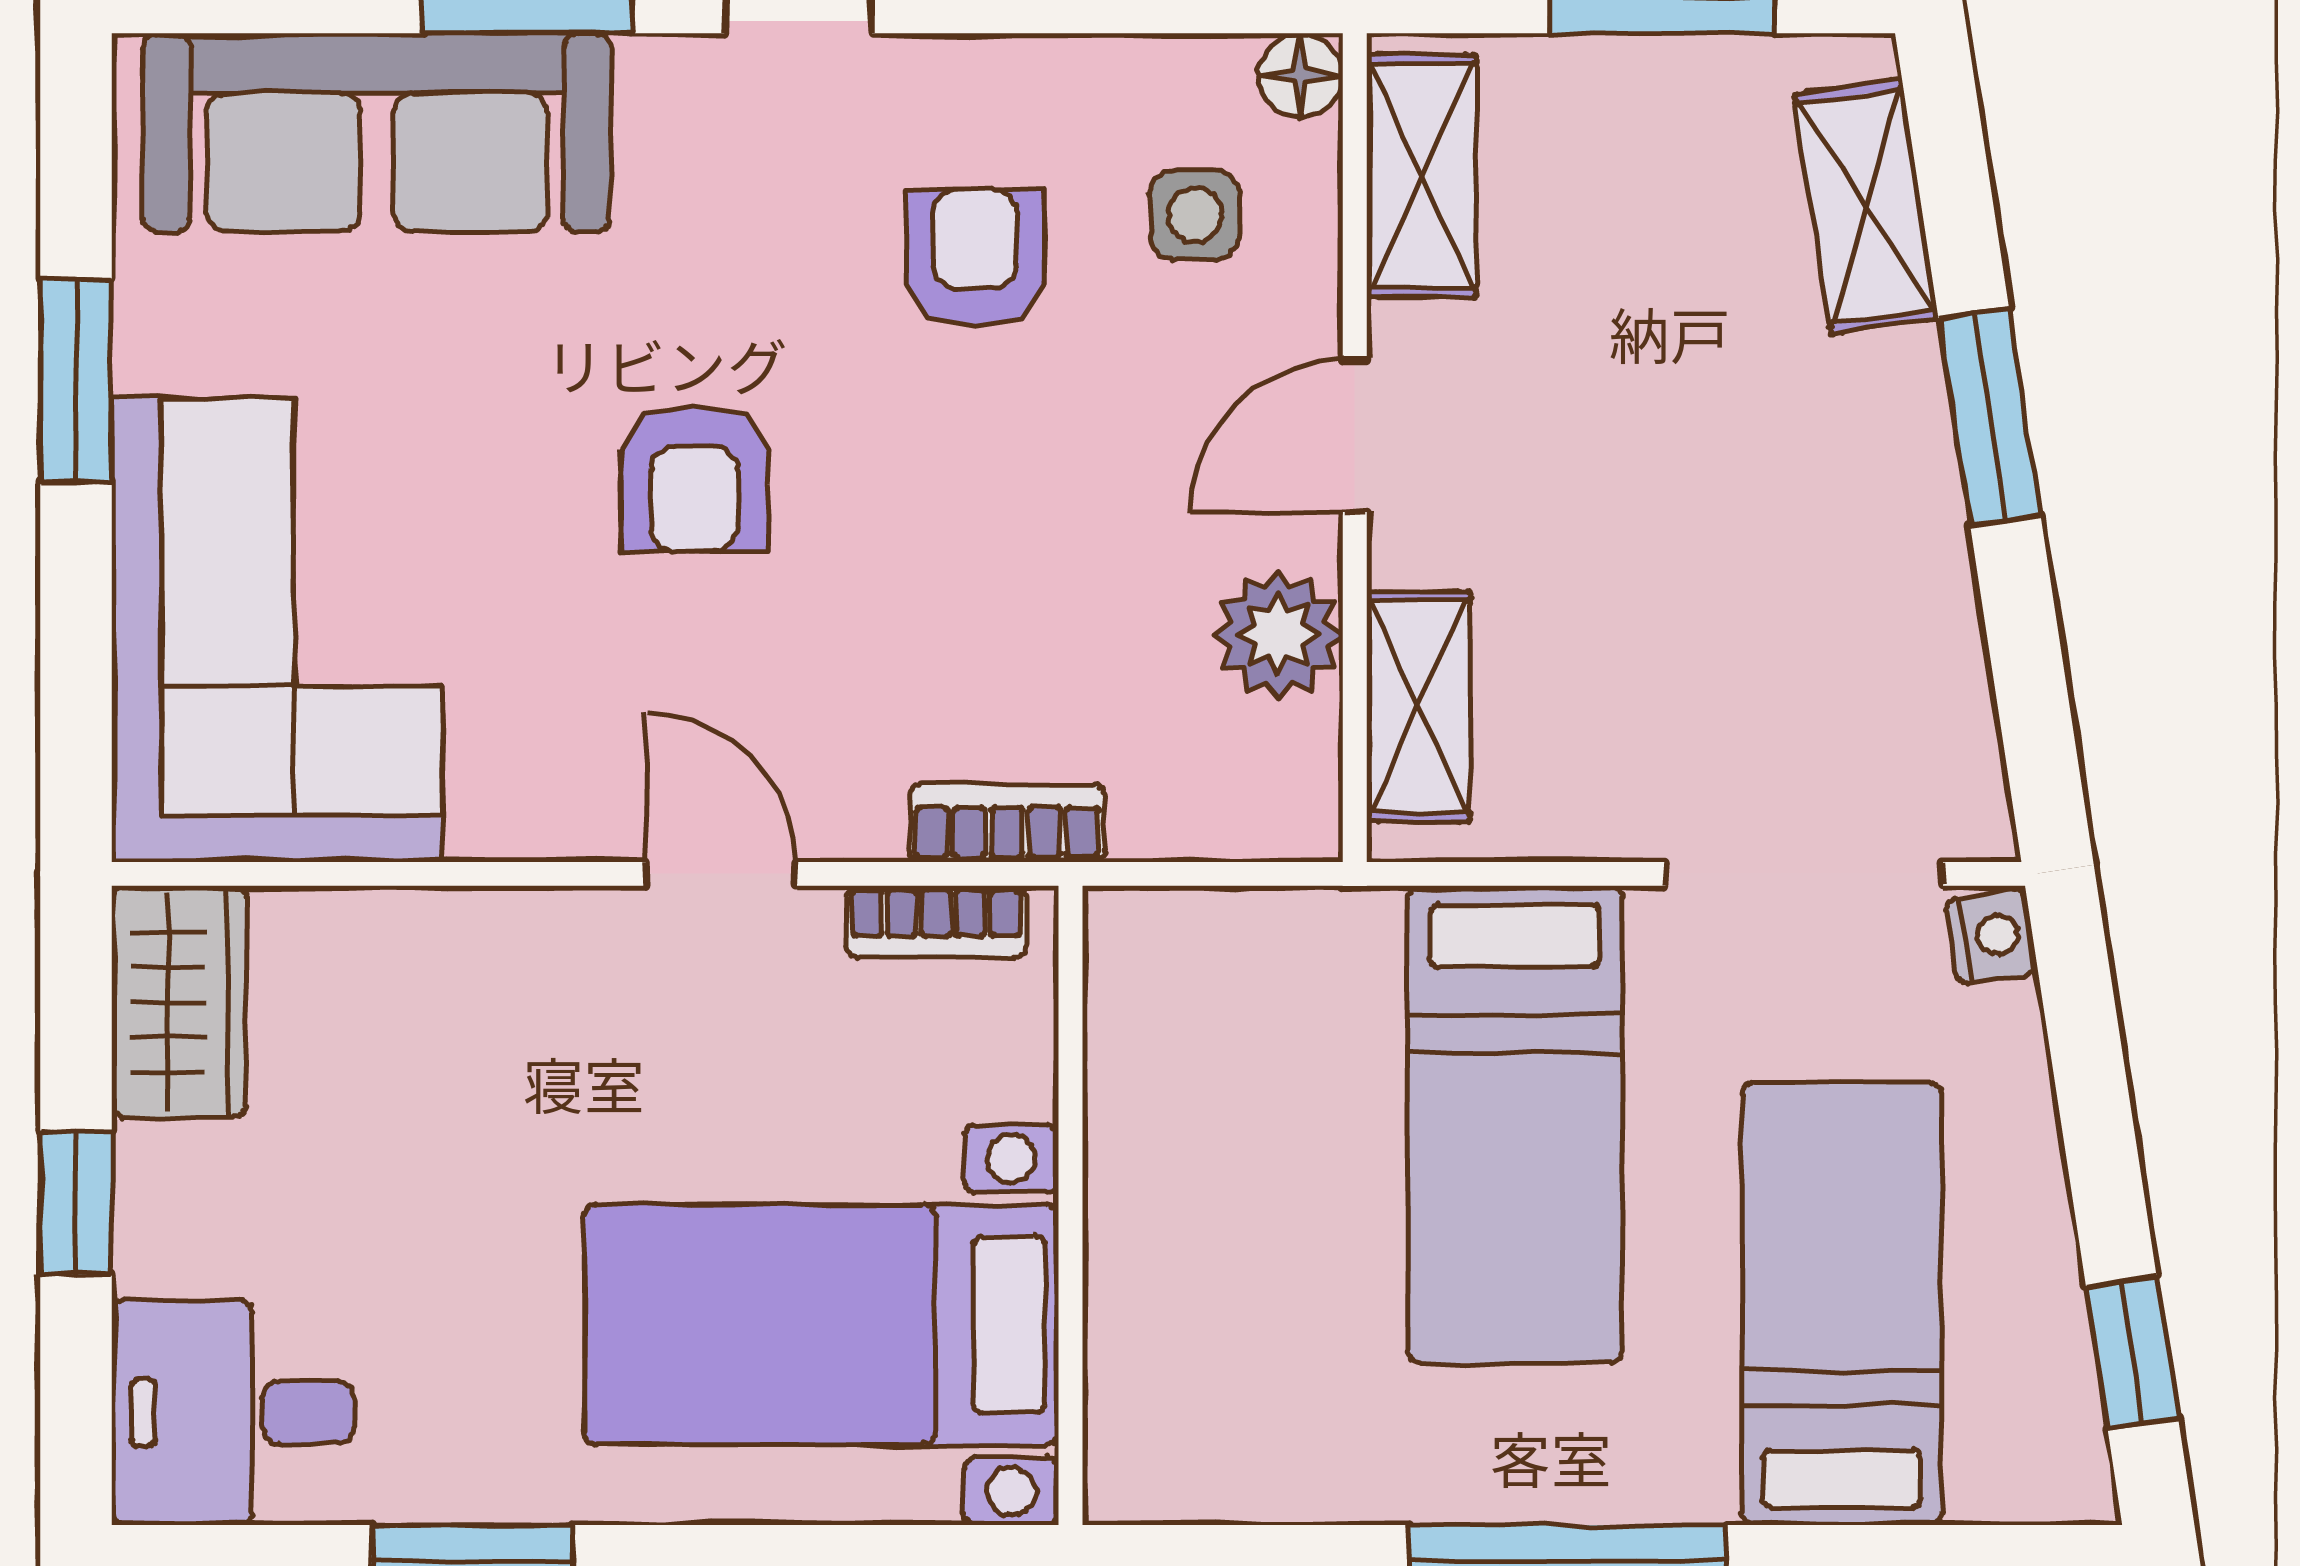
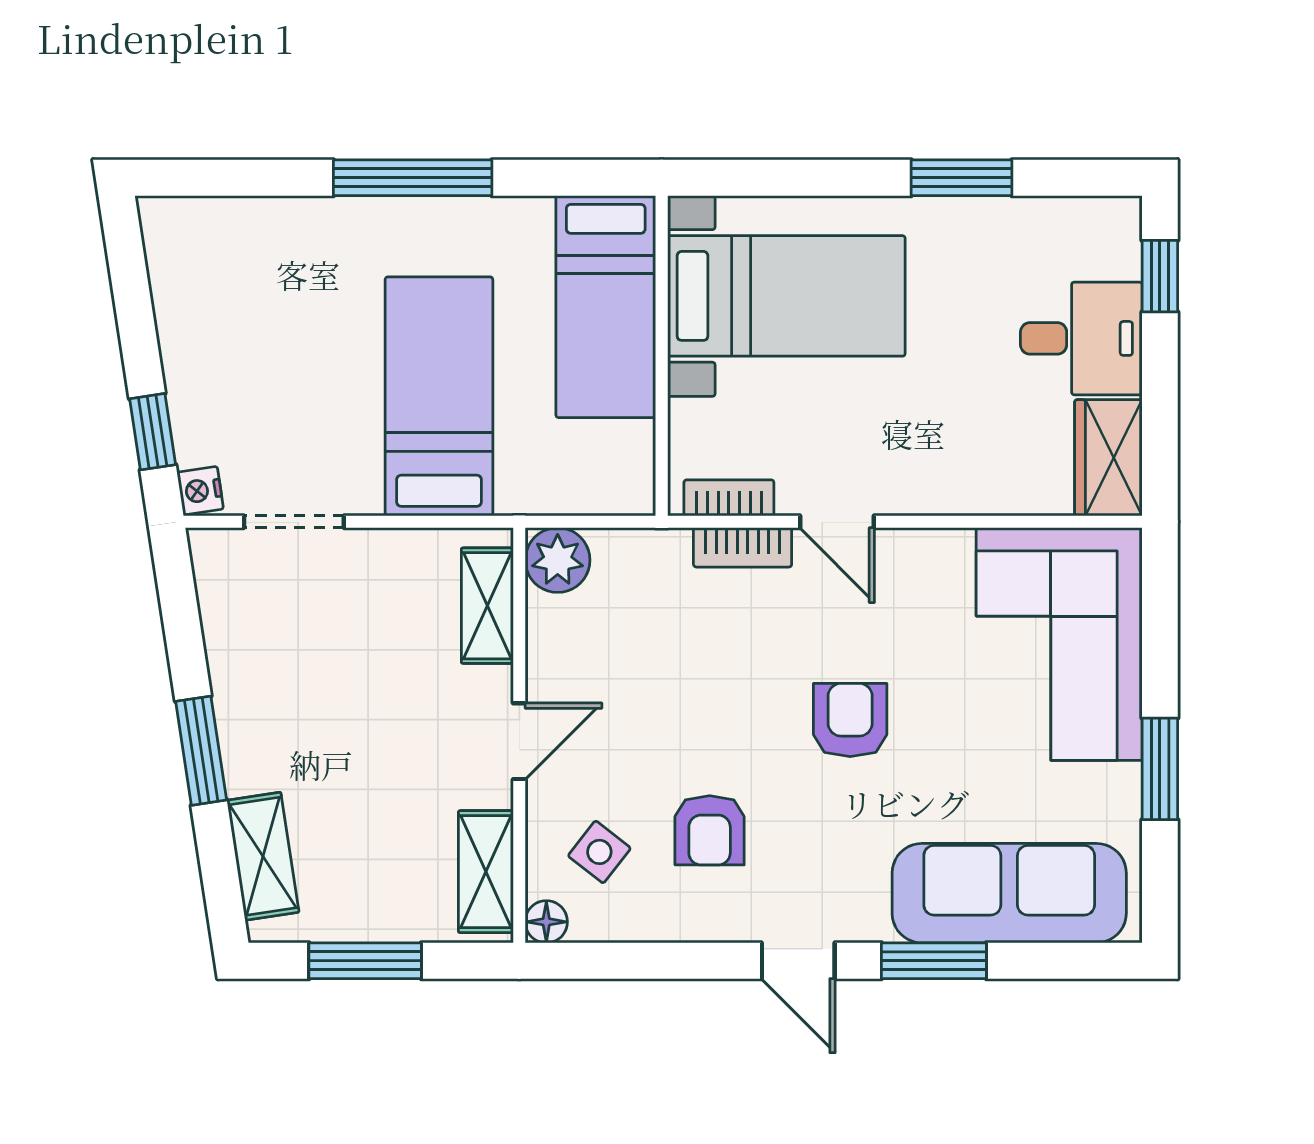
side table: (1195, 215) -> (599, 852), turned 38
plant: (1278, 635) -> (558, 560), moved
bookcase: (1007, 823) -> (743, 547), moved
doorway: (1805, 874) -> (294, 522), width x0.73
window: (76, 1203) -> (1160, 276), moved
bed: (1842, 1303) -> (606, 307), moved
window: (2132, 1352) -> (153, 432), moved
desk: (233, 1412) -> (1081, 338), moved

